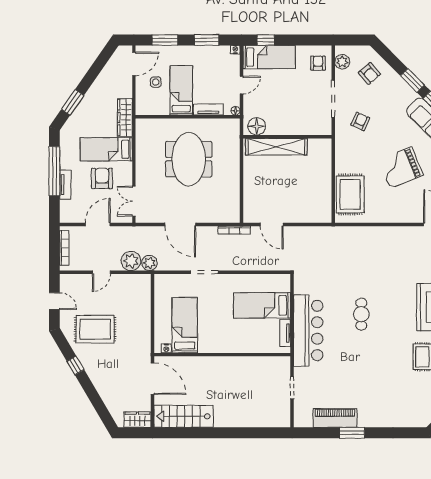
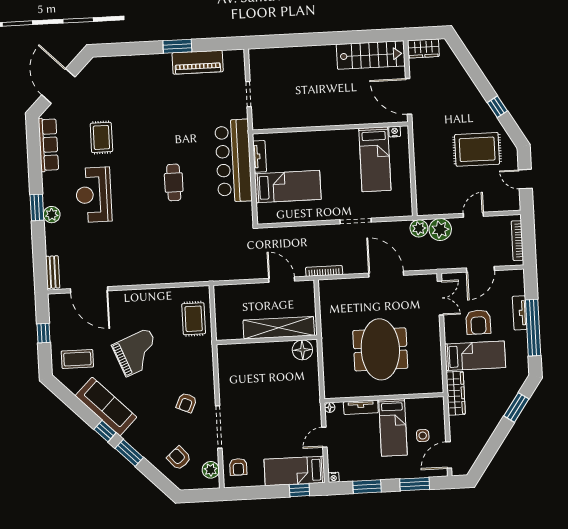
floor lamp: (257, 126) -> (302, 350), moved
wall: (287, 137) -> (267, 340), moved
shelving: (276, 147) -> (279, 328), moved
rug: (350, 194) -> (194, 319), width x0.73, depth x0.70

